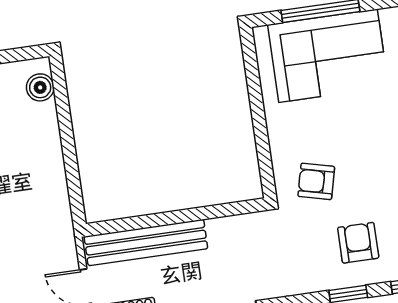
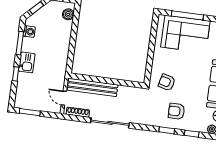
armchair: (358, 243) -> (176, 111), turned -90

